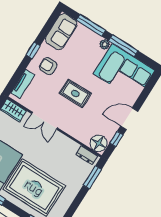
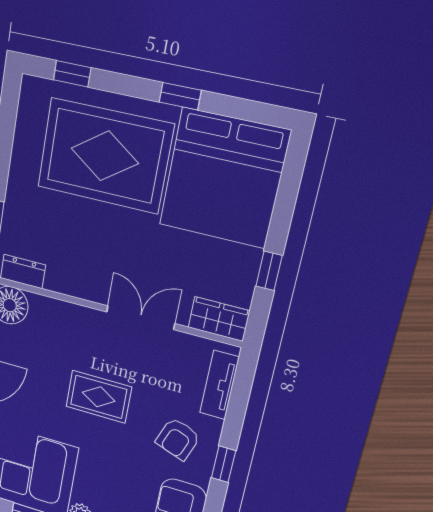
armchair: (48, 66) -> (178, 439), turned 110

